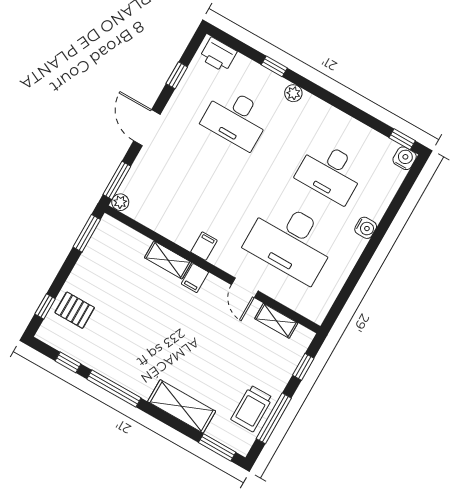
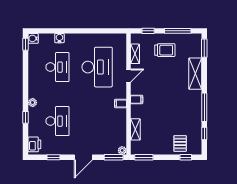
water cooler: (366, 228) -> (59, 38), moved
shelving: (168, 260) -> (135, 129), moved
trolley: (252, 408) -> (165, 50), moved

